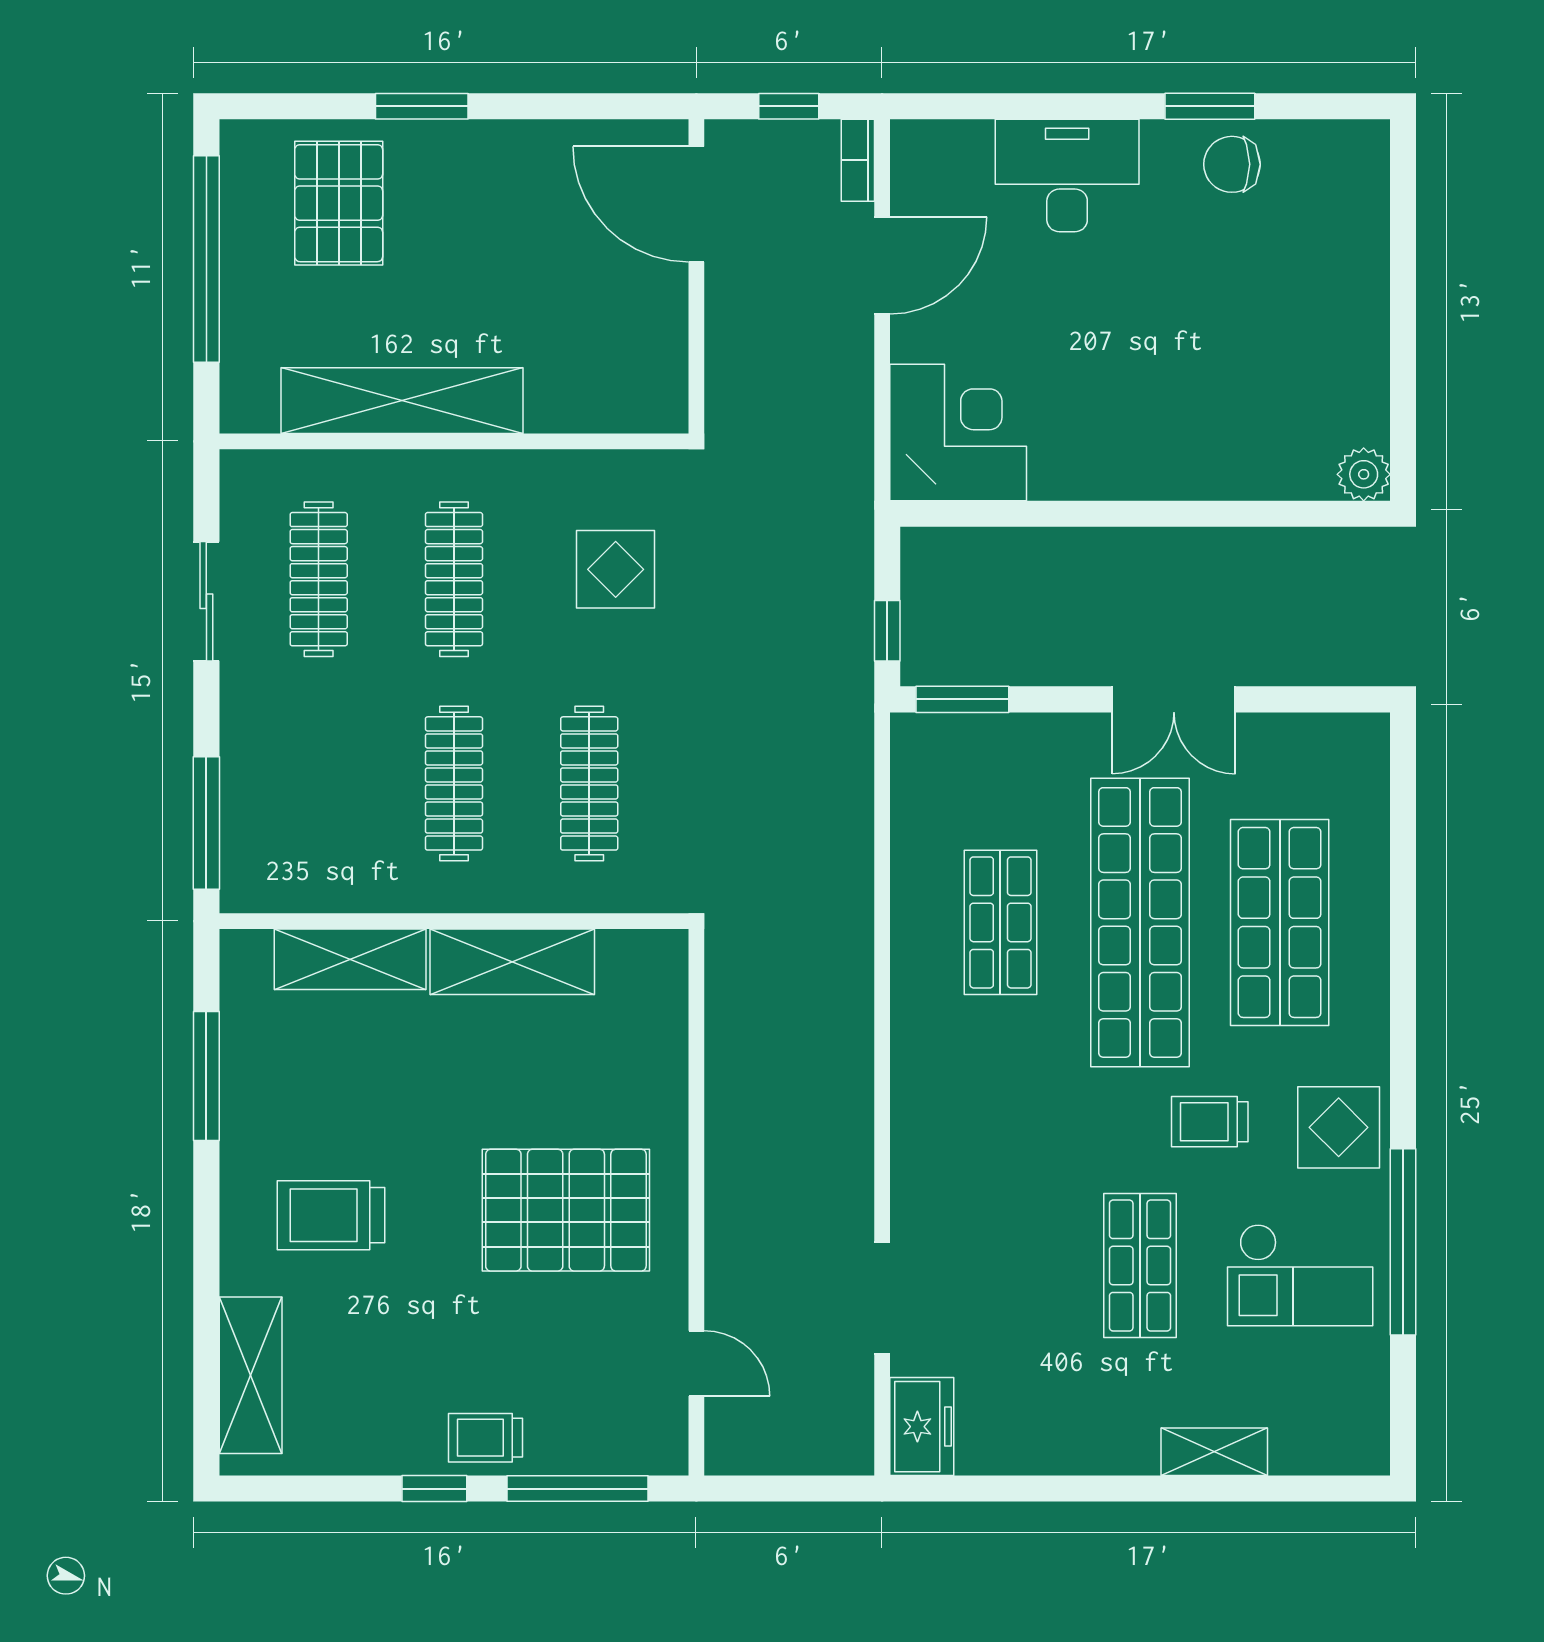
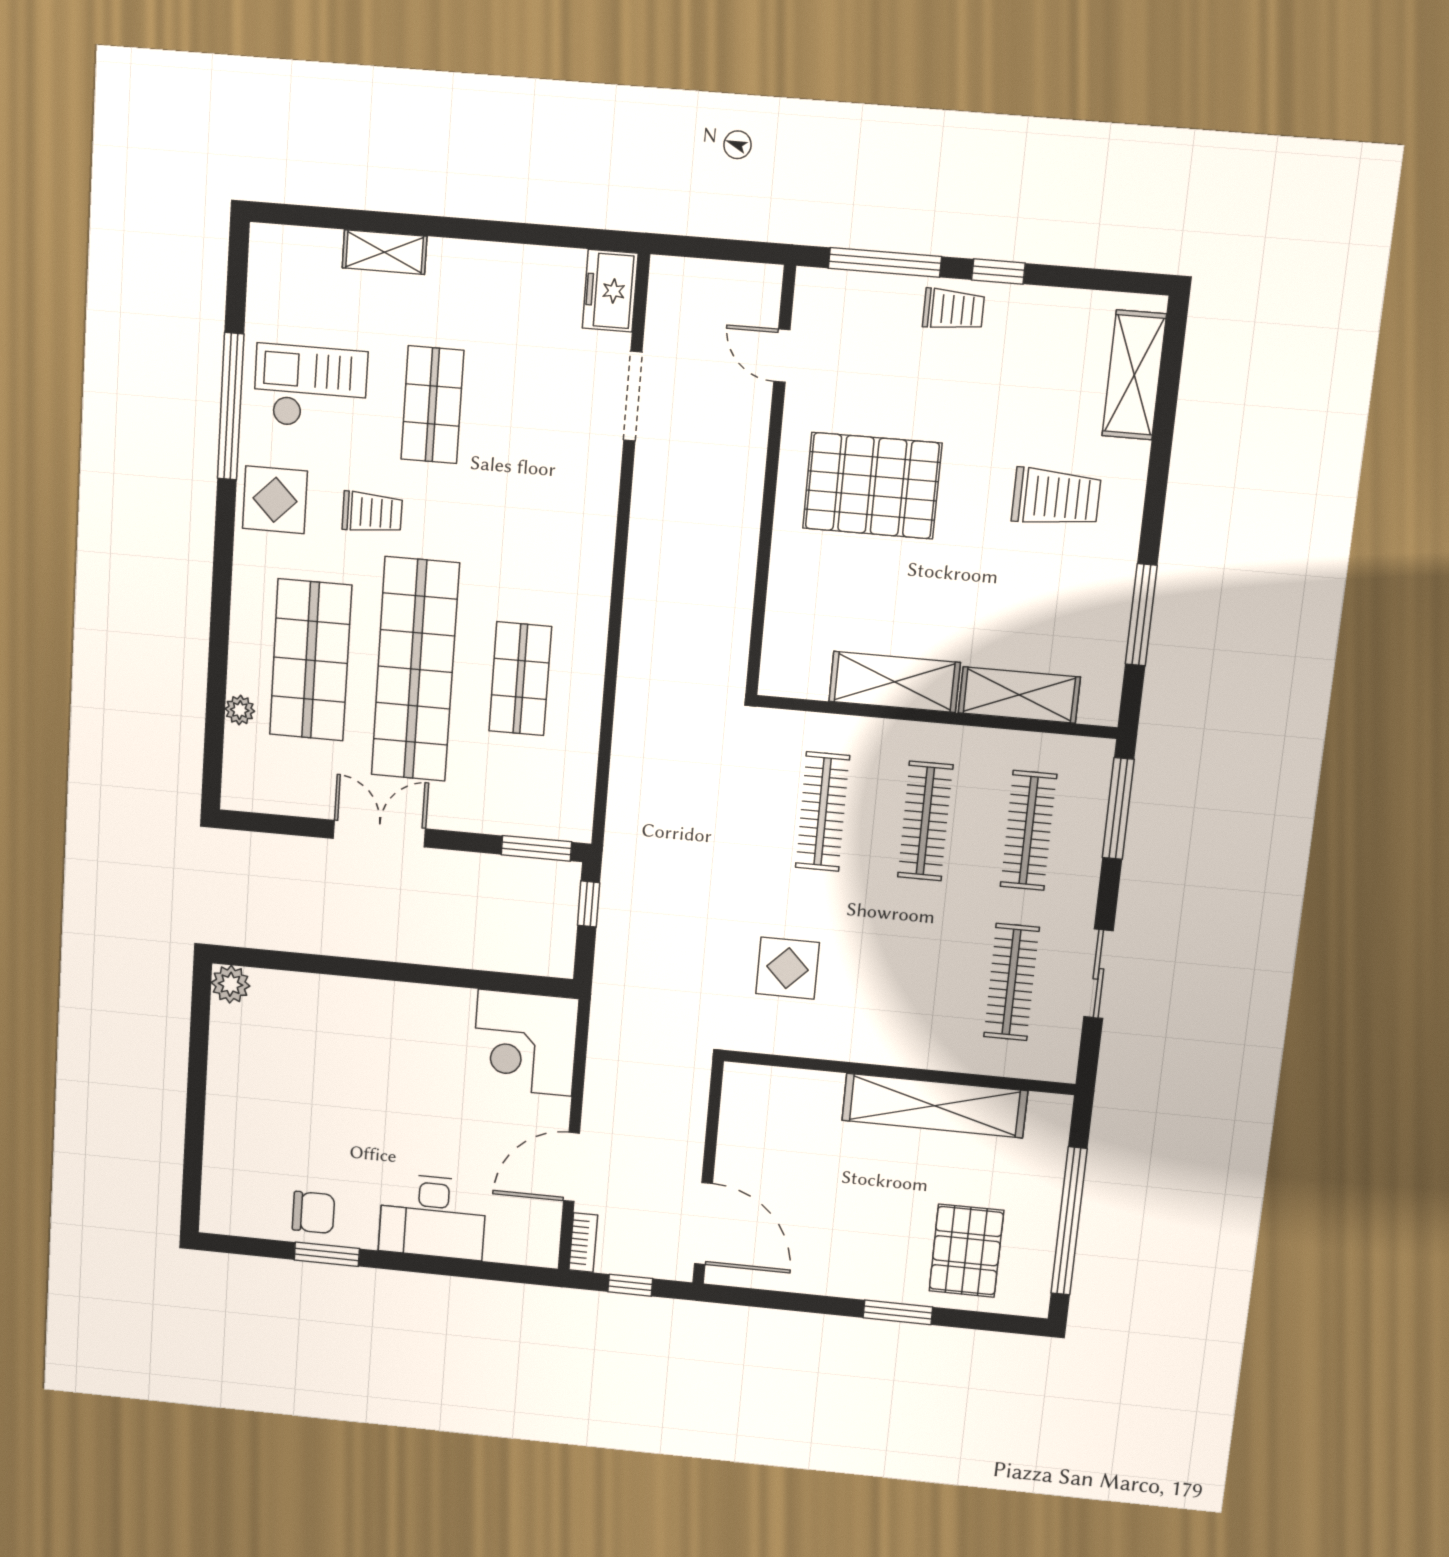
clothes rail: (454, 579) -> (1029, 830), moved
plant: (1370, 848) -> (240, 710), added

